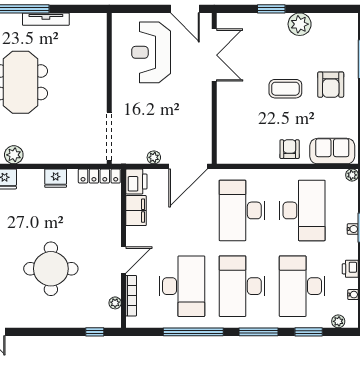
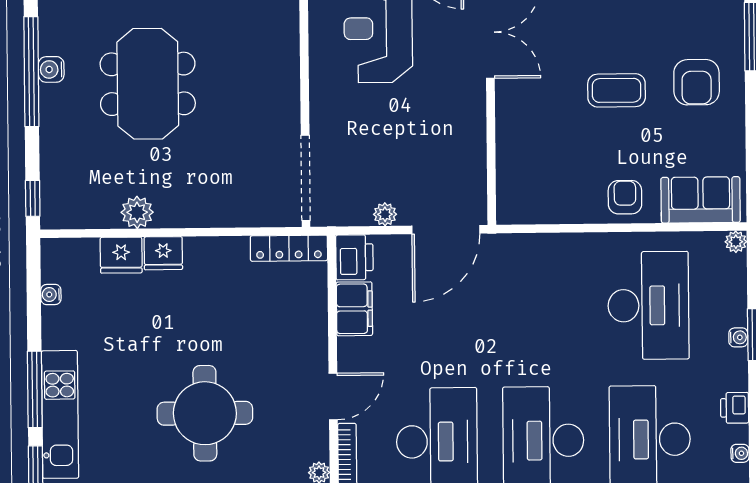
fridge: (56, 178) -> (163, 253), moved
desk: (242, 210) -> (542, 307), removed

